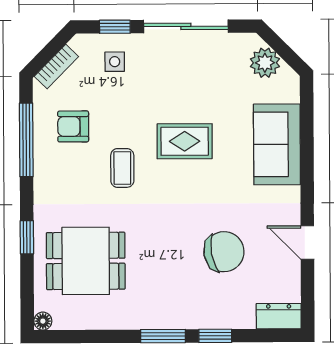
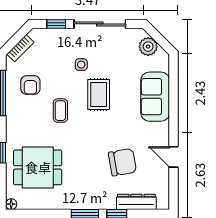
side table: (115, 62) -> (81, 65), moved
armchair: (73, 126) -> (30, 85), turned -90
rug: (185, 141) -> (99, 94), turned 90
dresser: (279, 316) -> (136, 202), moved, width x1.44

